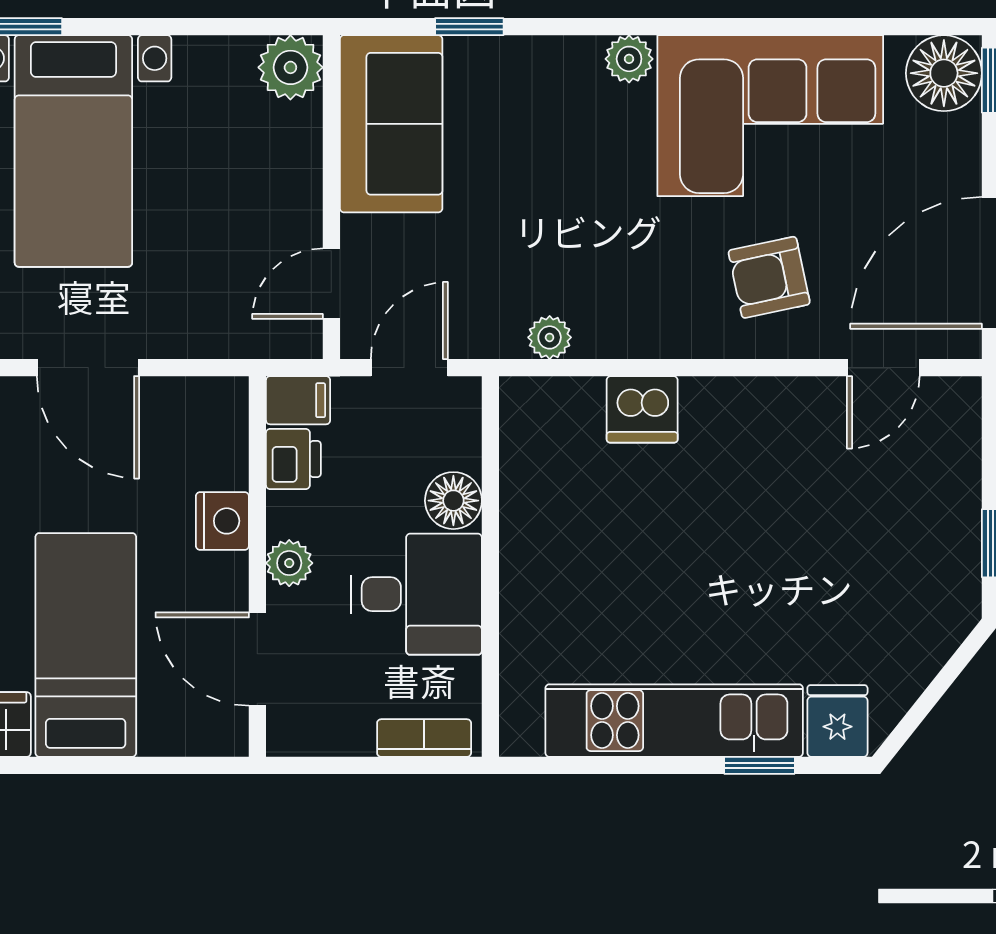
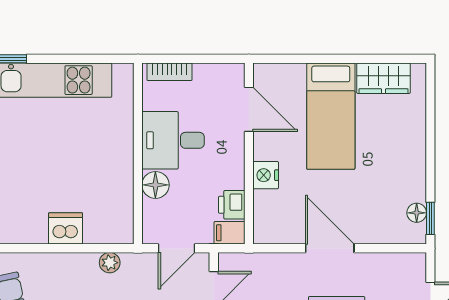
plant: (289, 563) -> (234, 155), removed

